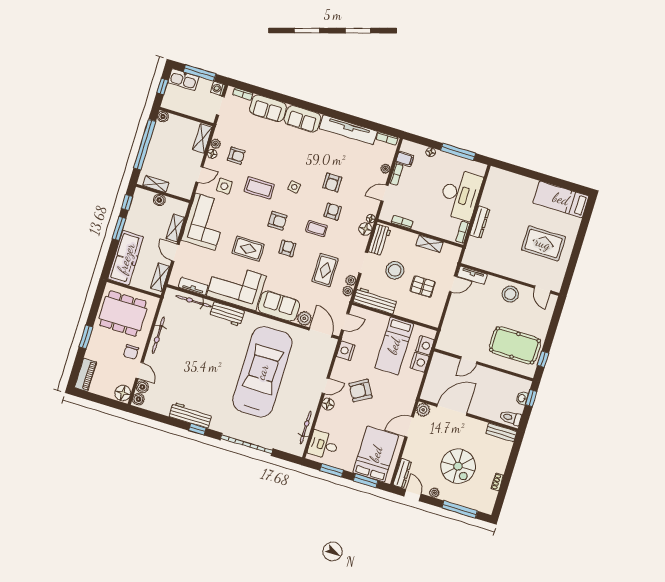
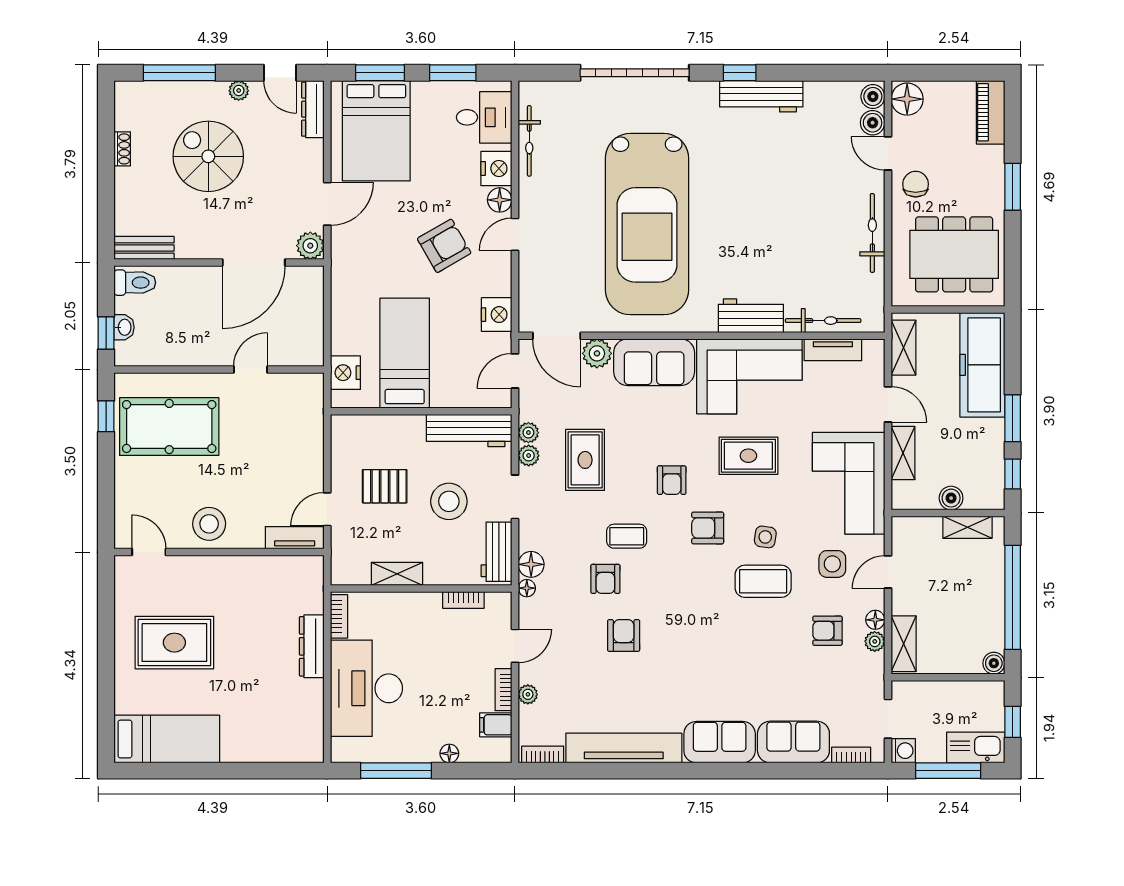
side table: (294, 187) -> (765, 537), moved
nightstand: (419, 362) -> (496, 168), moved, turned 180

